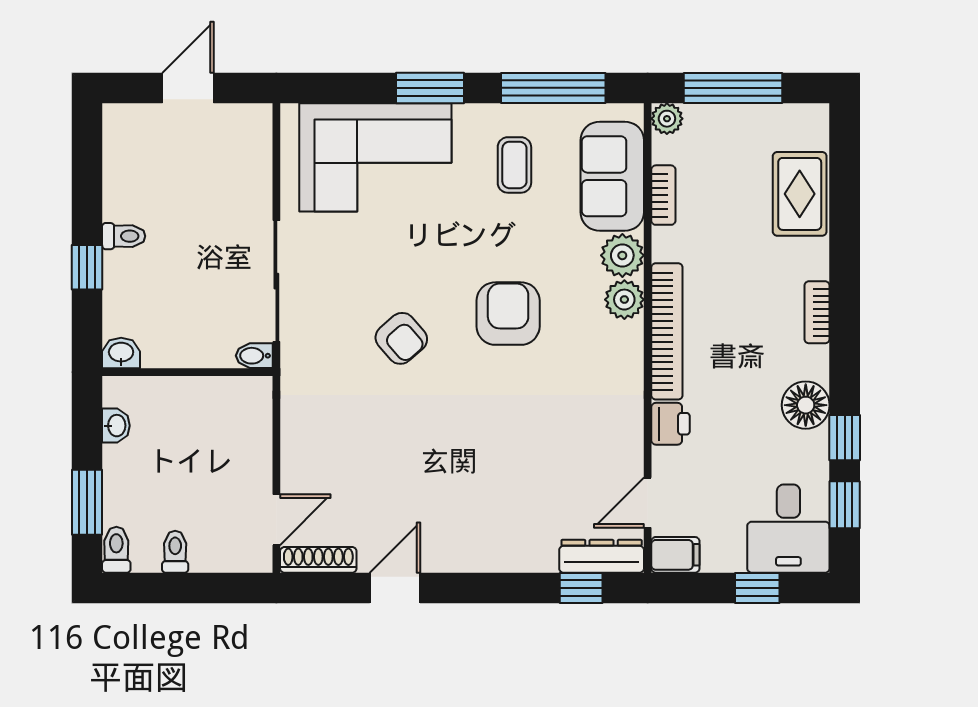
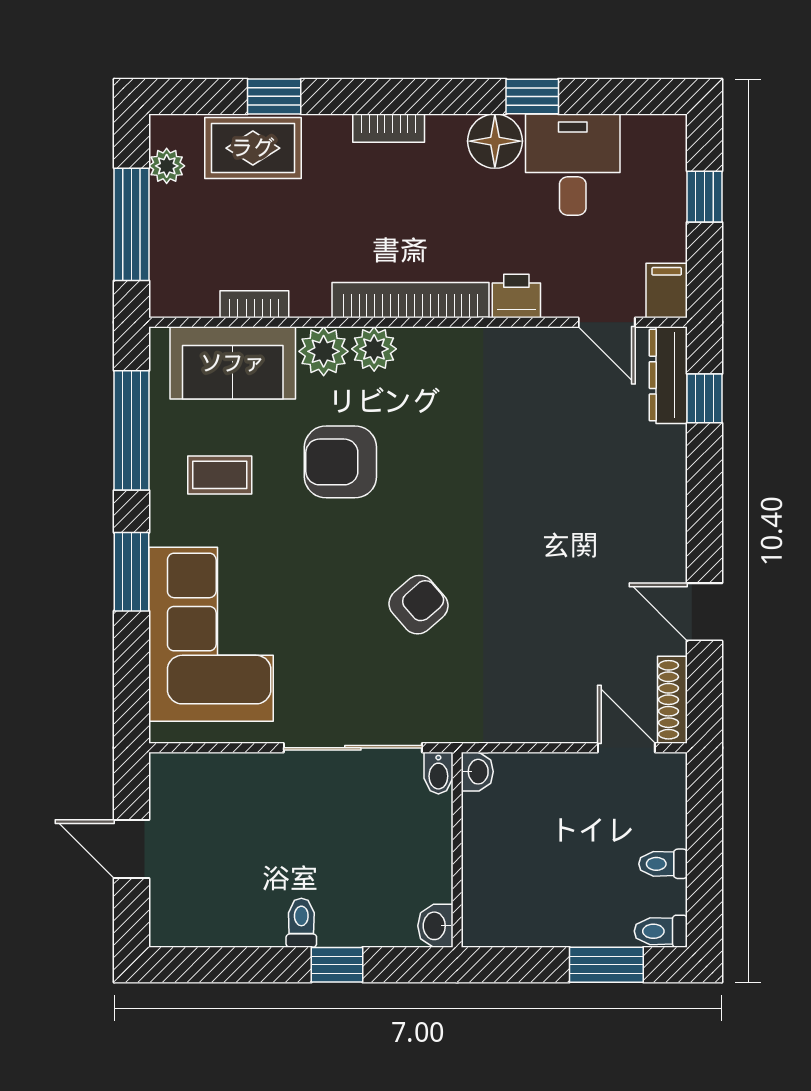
plant: (667, 119) -> (167, 166), moved
armchair: (508, 314) -> (340, 462), moved
washbasin: (116, 426) -> (477, 772), moved, turned 90
window: (845, 505) -> (274, 96), moved
desk: (788, 529) -> (573, 165), moved, turned -90

